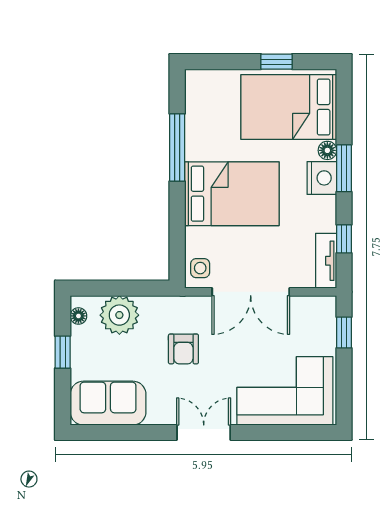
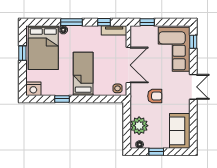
window: (177, 147) -> (62, 99), width x0.46
nightstand: (322, 178) -> (33, 89), moved, turned 180
bed: (232, 194) -> (83, 74), width x0.67
double door: (204, 433) -> (193, 87), swing flipped
window: (301, 433) -> (193, 42), added

